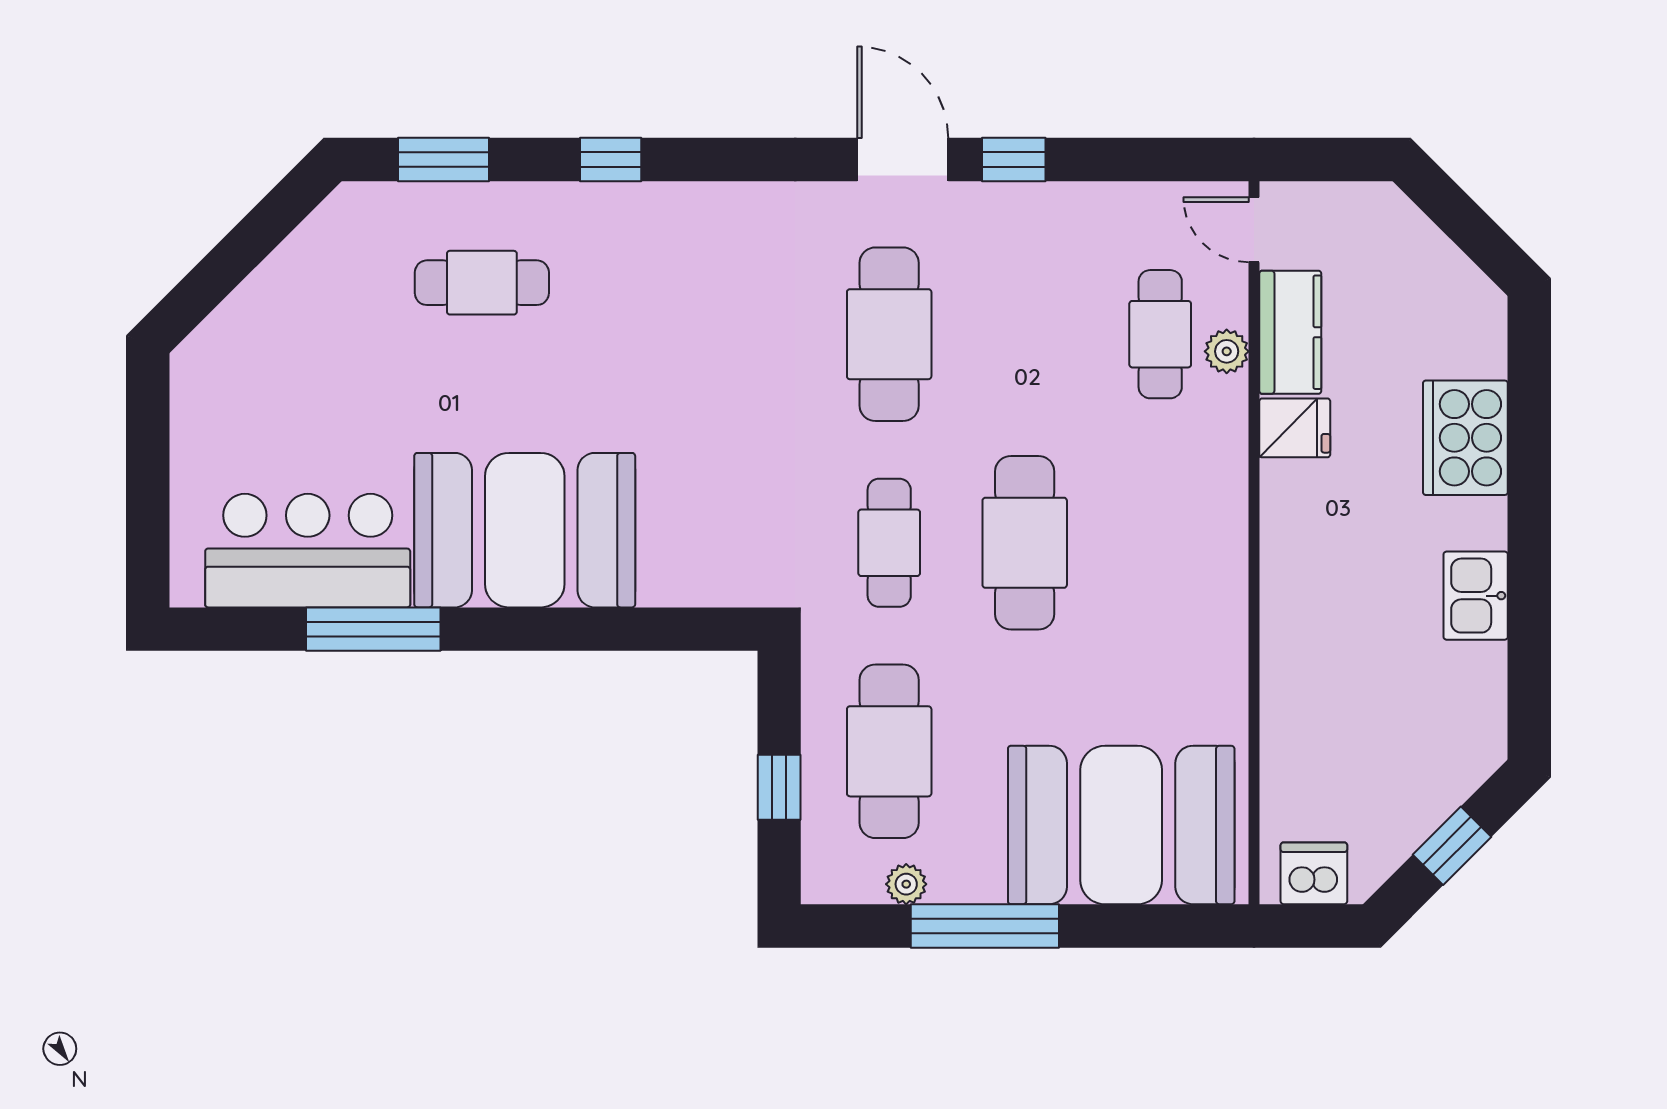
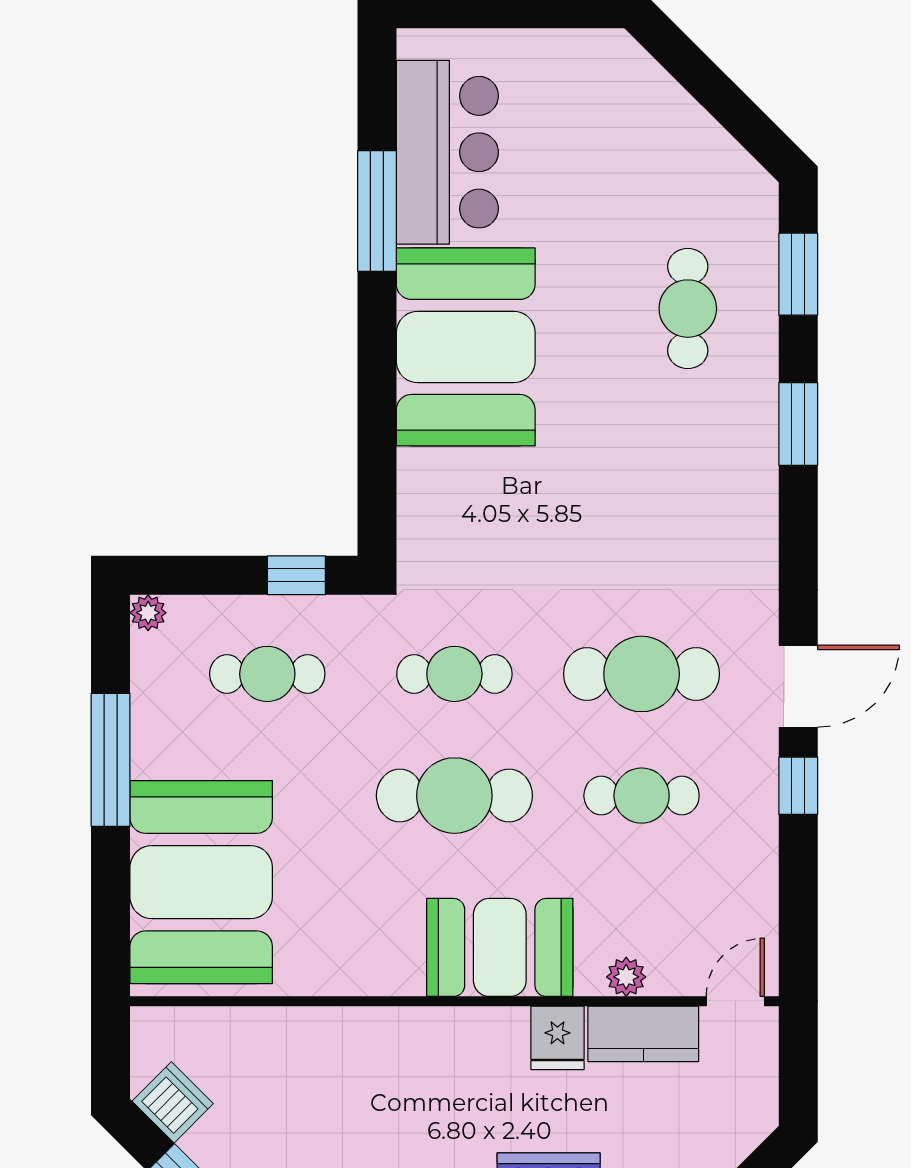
window: (611, 160) -> (798, 424), width x1.50
cafe table: (1160, 334) -> (642, 796), moved
booth: (1194, 492) -> (500, 947), added
cafe table: (889, 751) -> (267, 674), width x0.73, depth x0.74
window: (779, 787) -> (296, 575), moved
dishwasher: (1314, 873) -> (173, 1102), moved, turned -45
plant: (906, 884) -> (148, 613), moved

